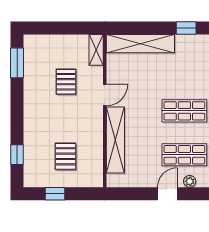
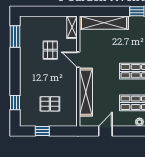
door: (105, 95) -> (78, 60), swing flipped
pallet: (65, 156) -> (50, 104), turned 90
door: (167, 194) -> (105, 131), moved

